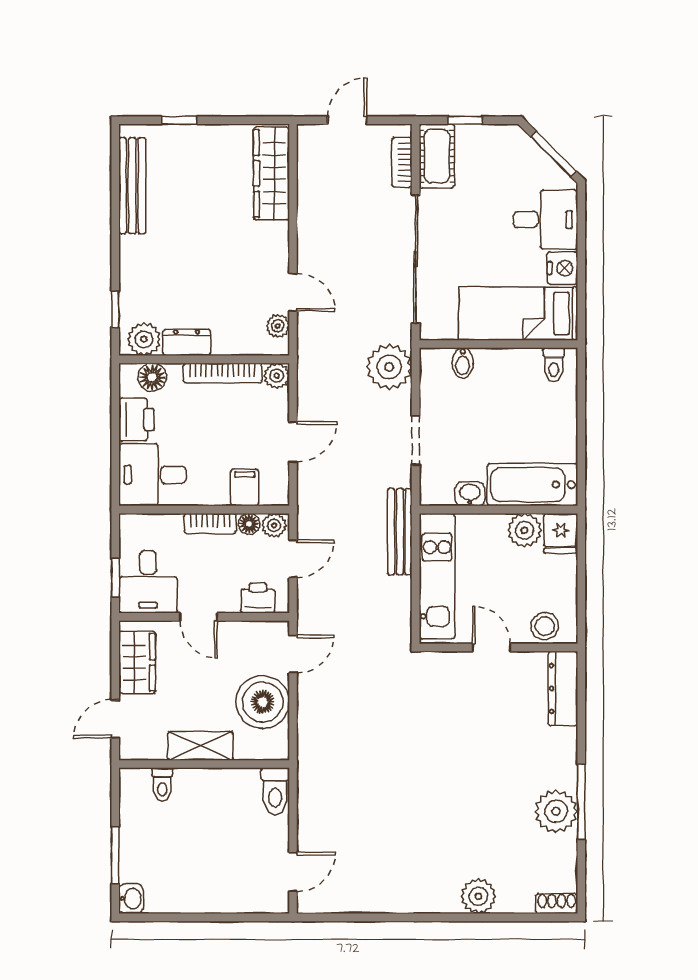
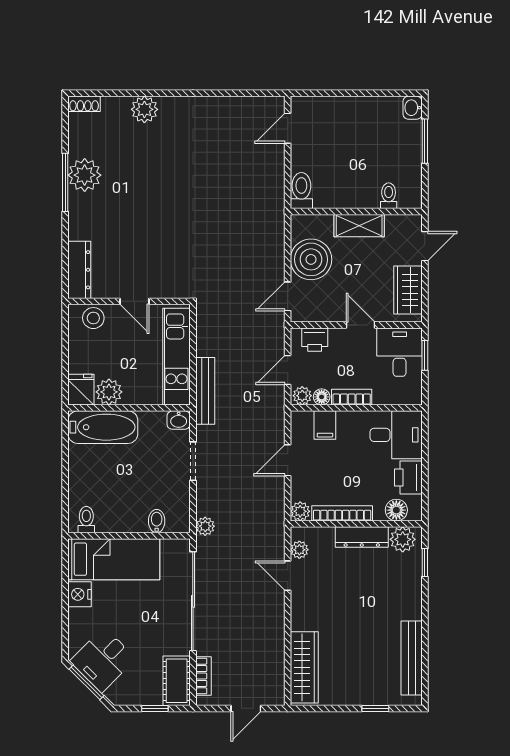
desk: (545, 220) -> (103, 660), moved, turned -45
dresser: (187, 342) -> (362, 537), width x1.44
plant: (389, 367) -> (205, 526), width x0.53, depth x0.53
washbasin: (470, 494) -> (179, 420), moved

